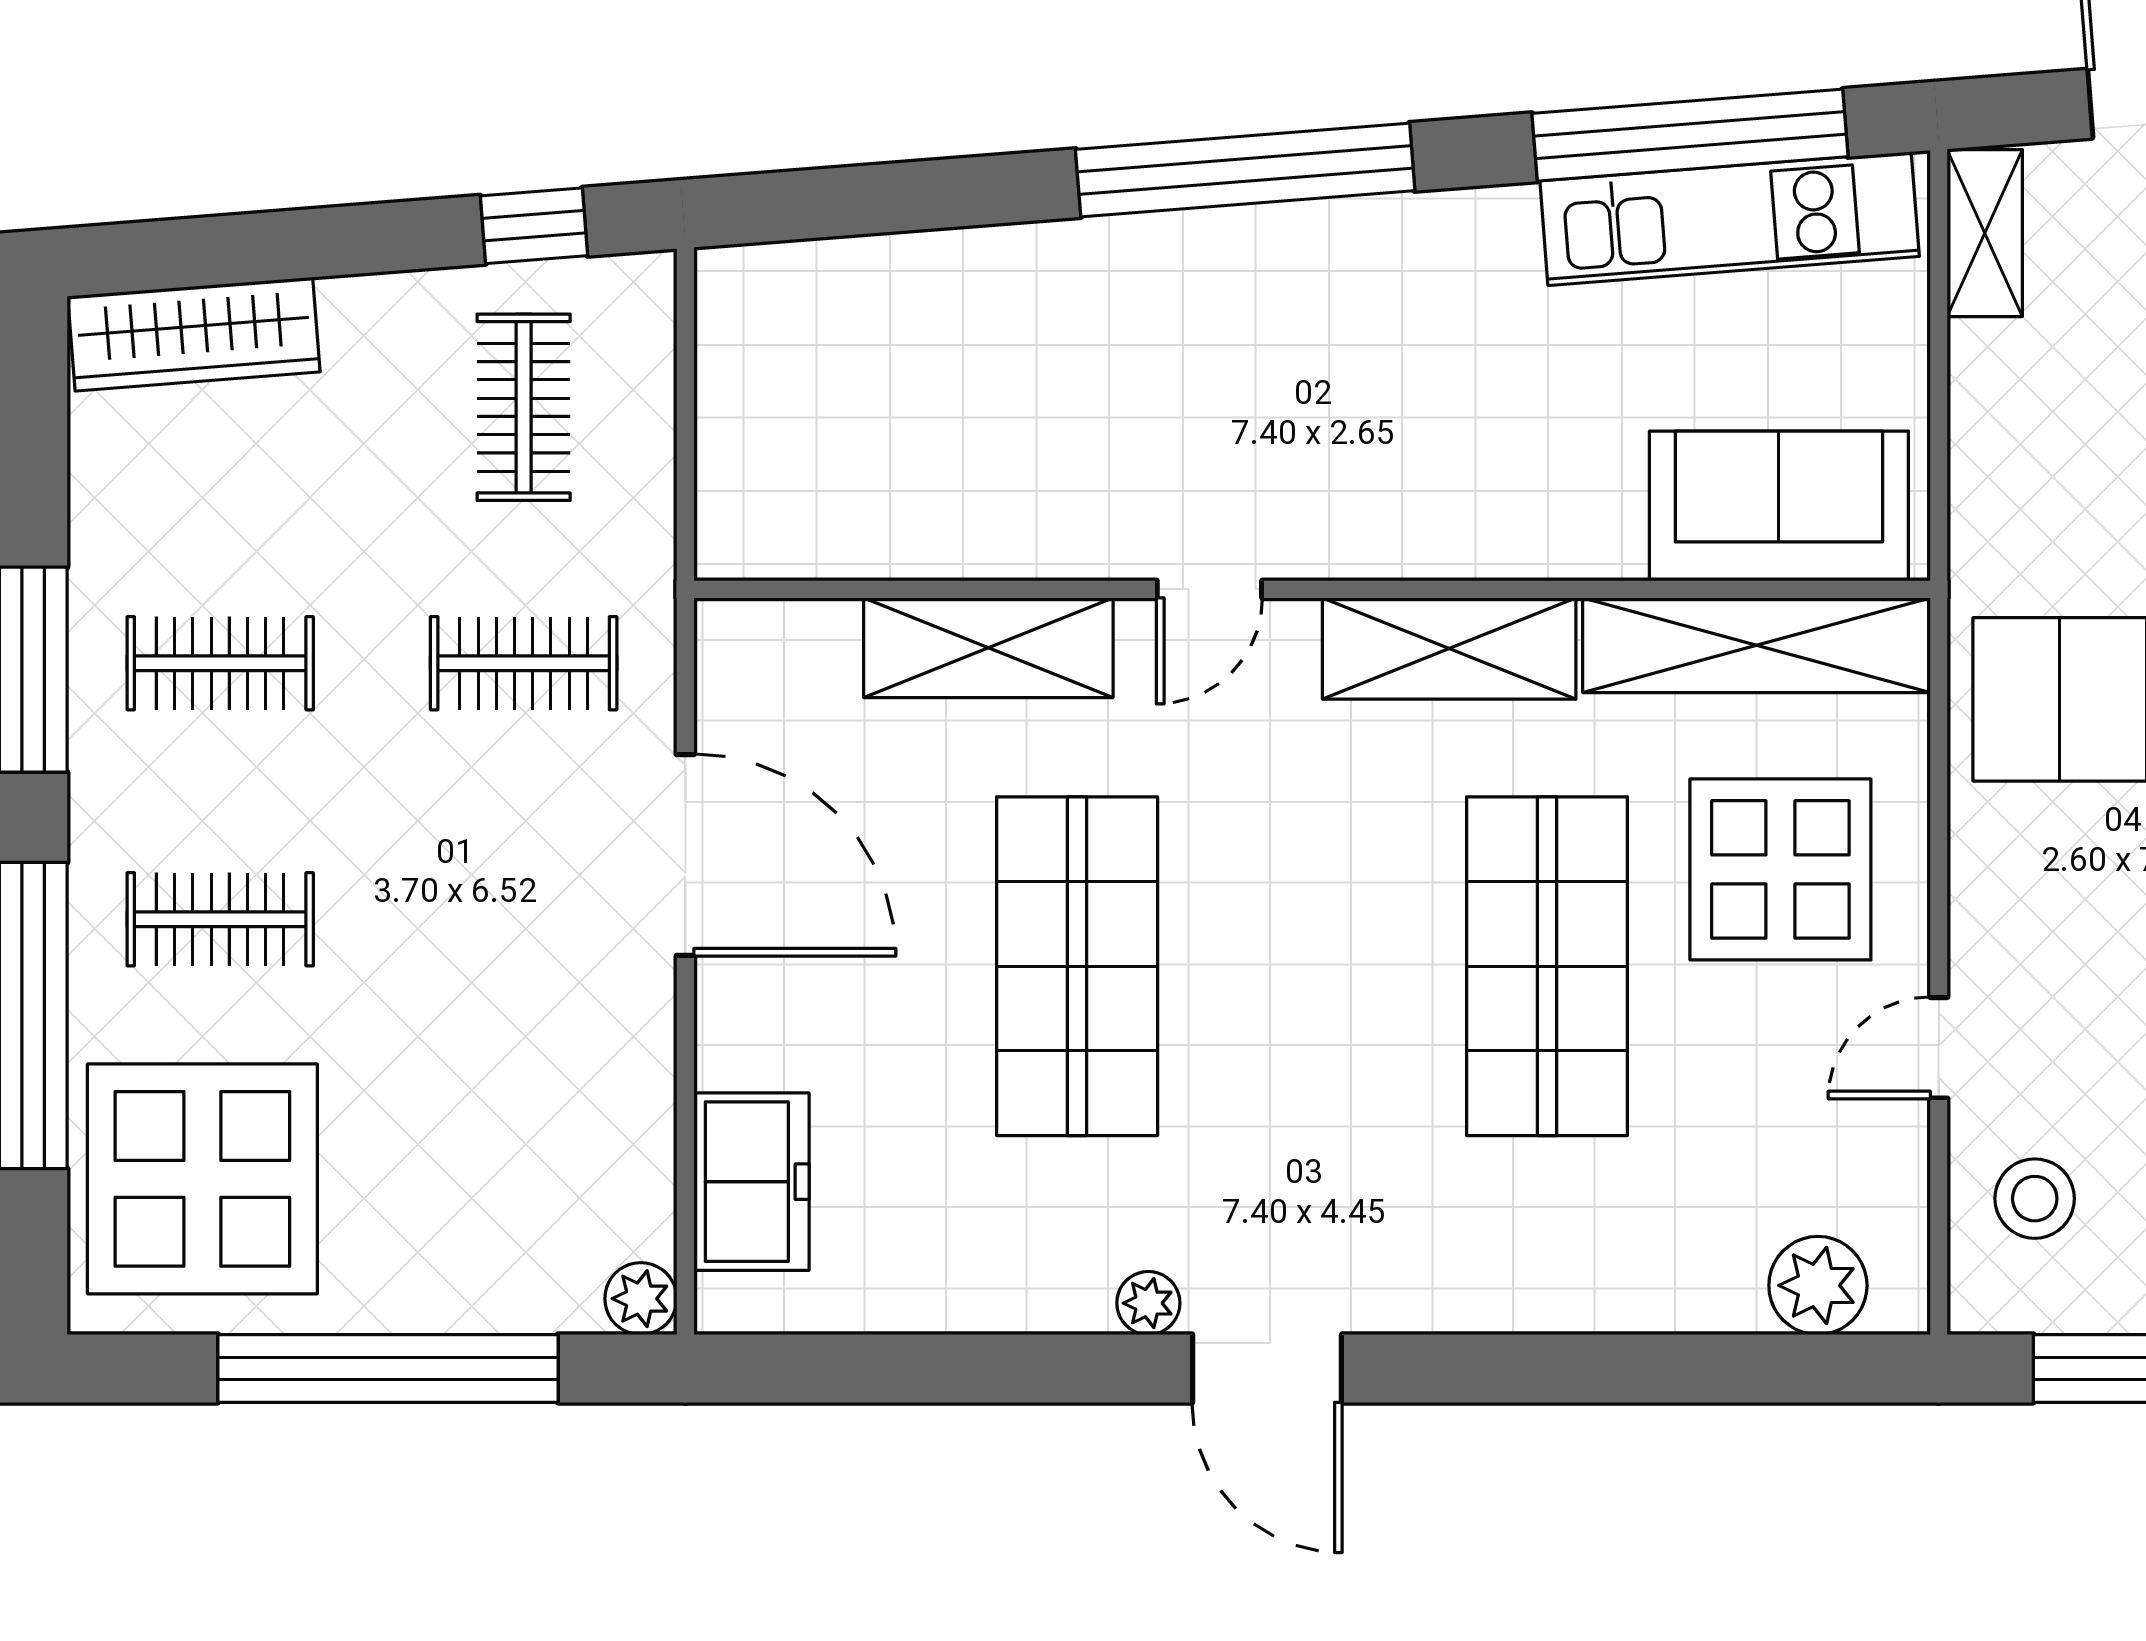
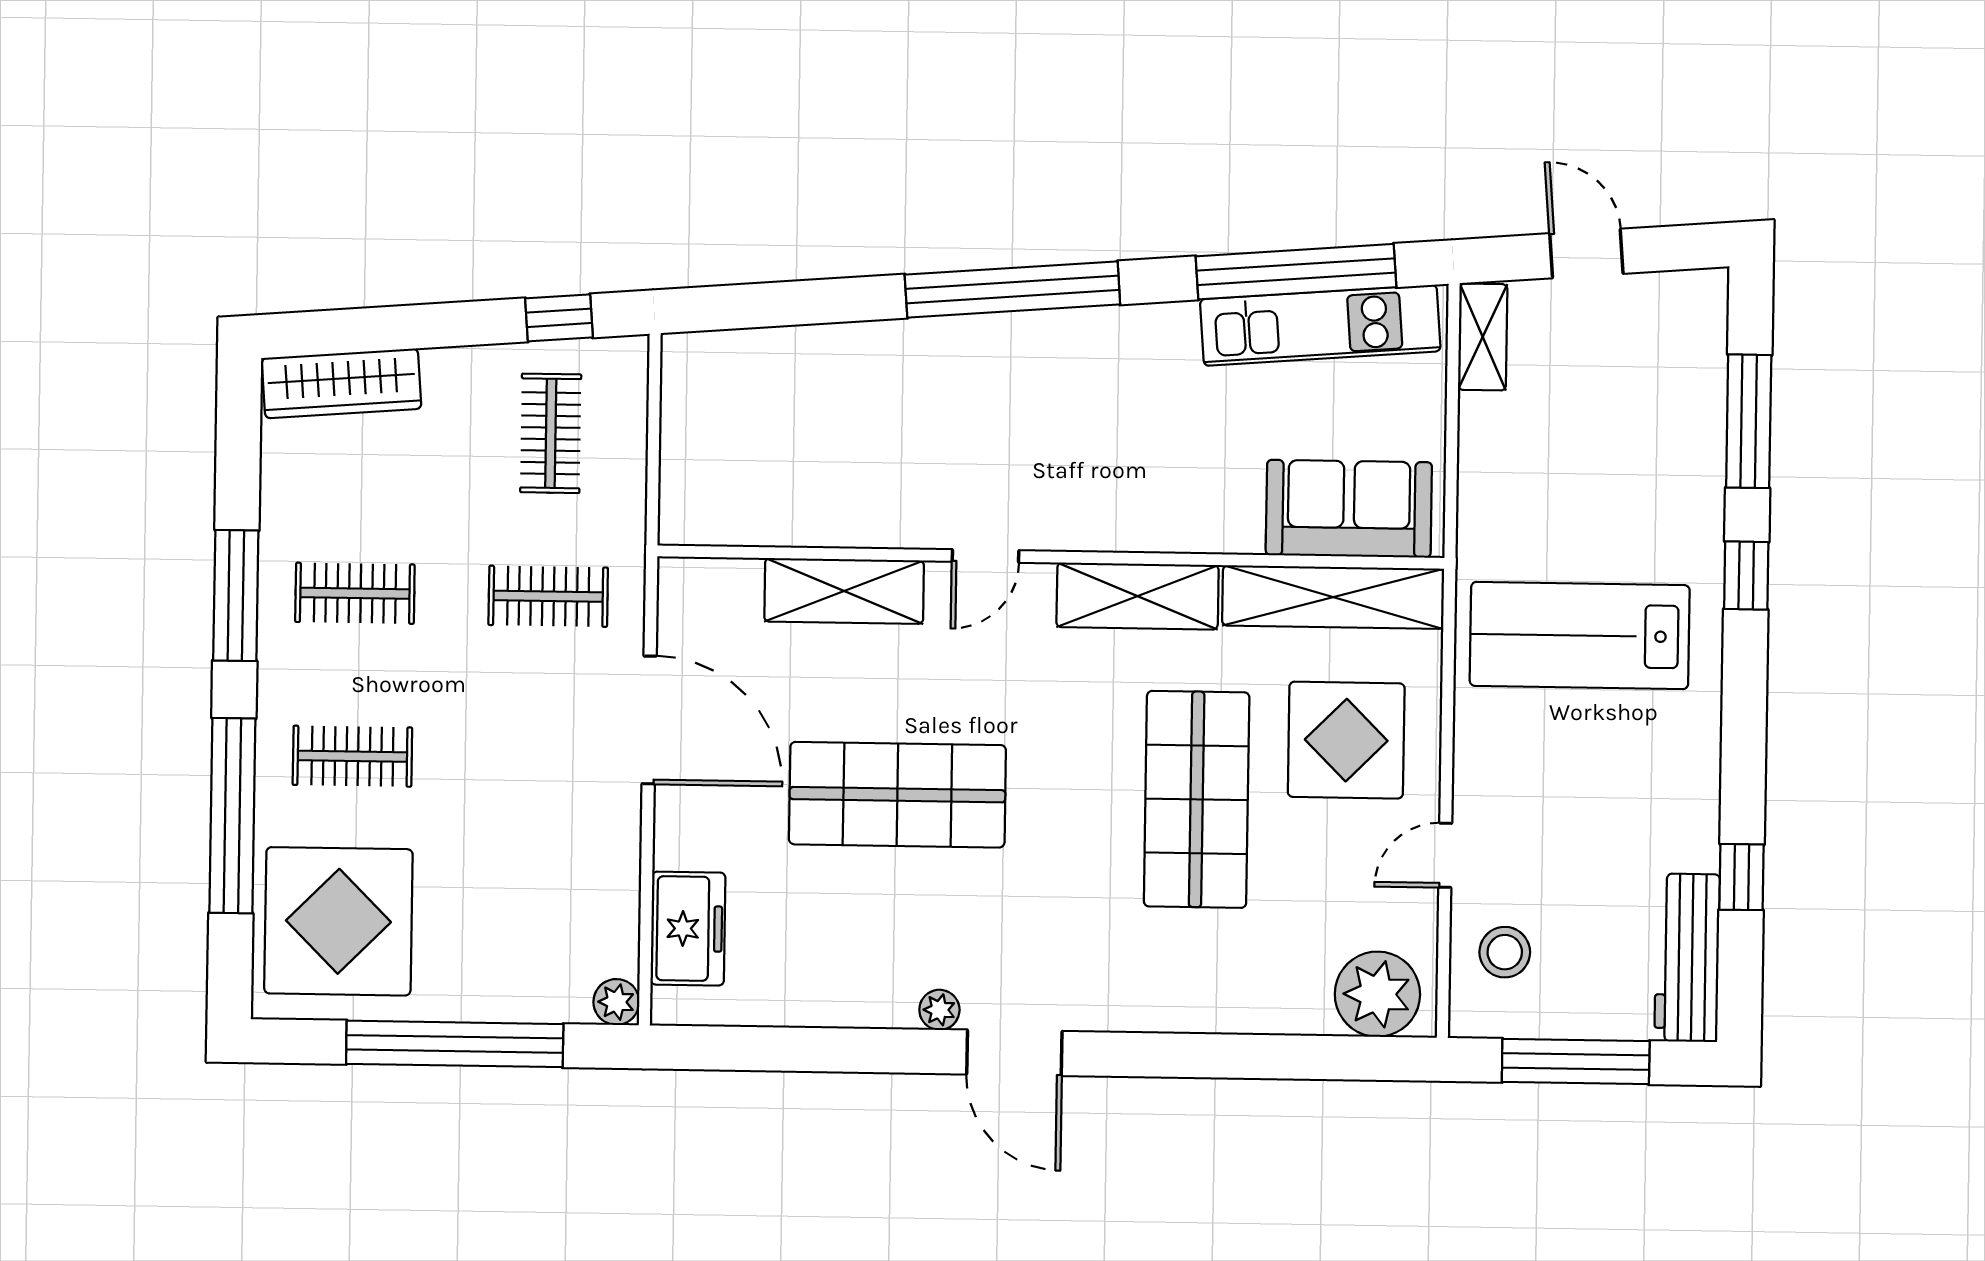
shop shelf: (1077, 966) -> (897, 795), turned 90
plant: (1818, 1285) -> (1377, 994), width x1.36, depth x1.36

